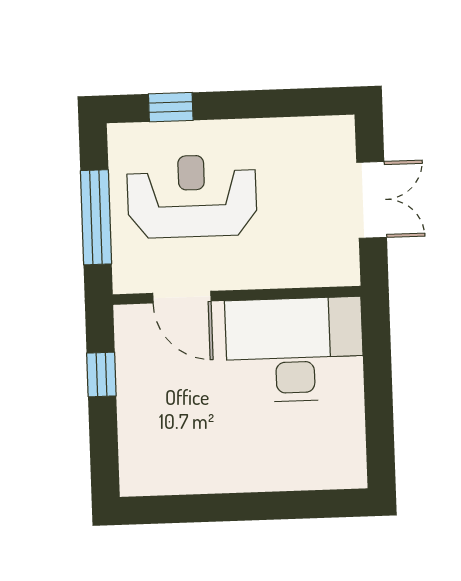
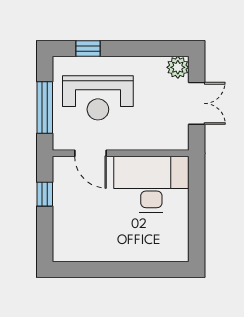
plant: (335, 136) -> (178, 67), added
reception desk: (192, 196) -> (98, 98), turned 180

